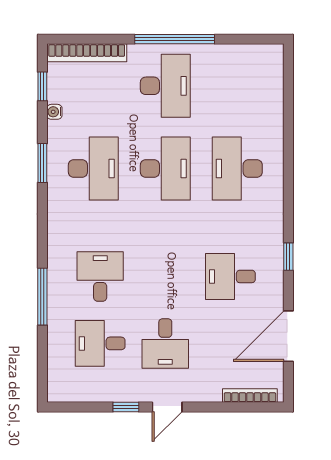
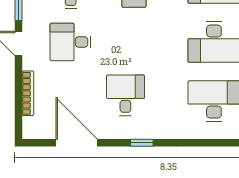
bookcase: (250, 396) -> (28, 93), moved

